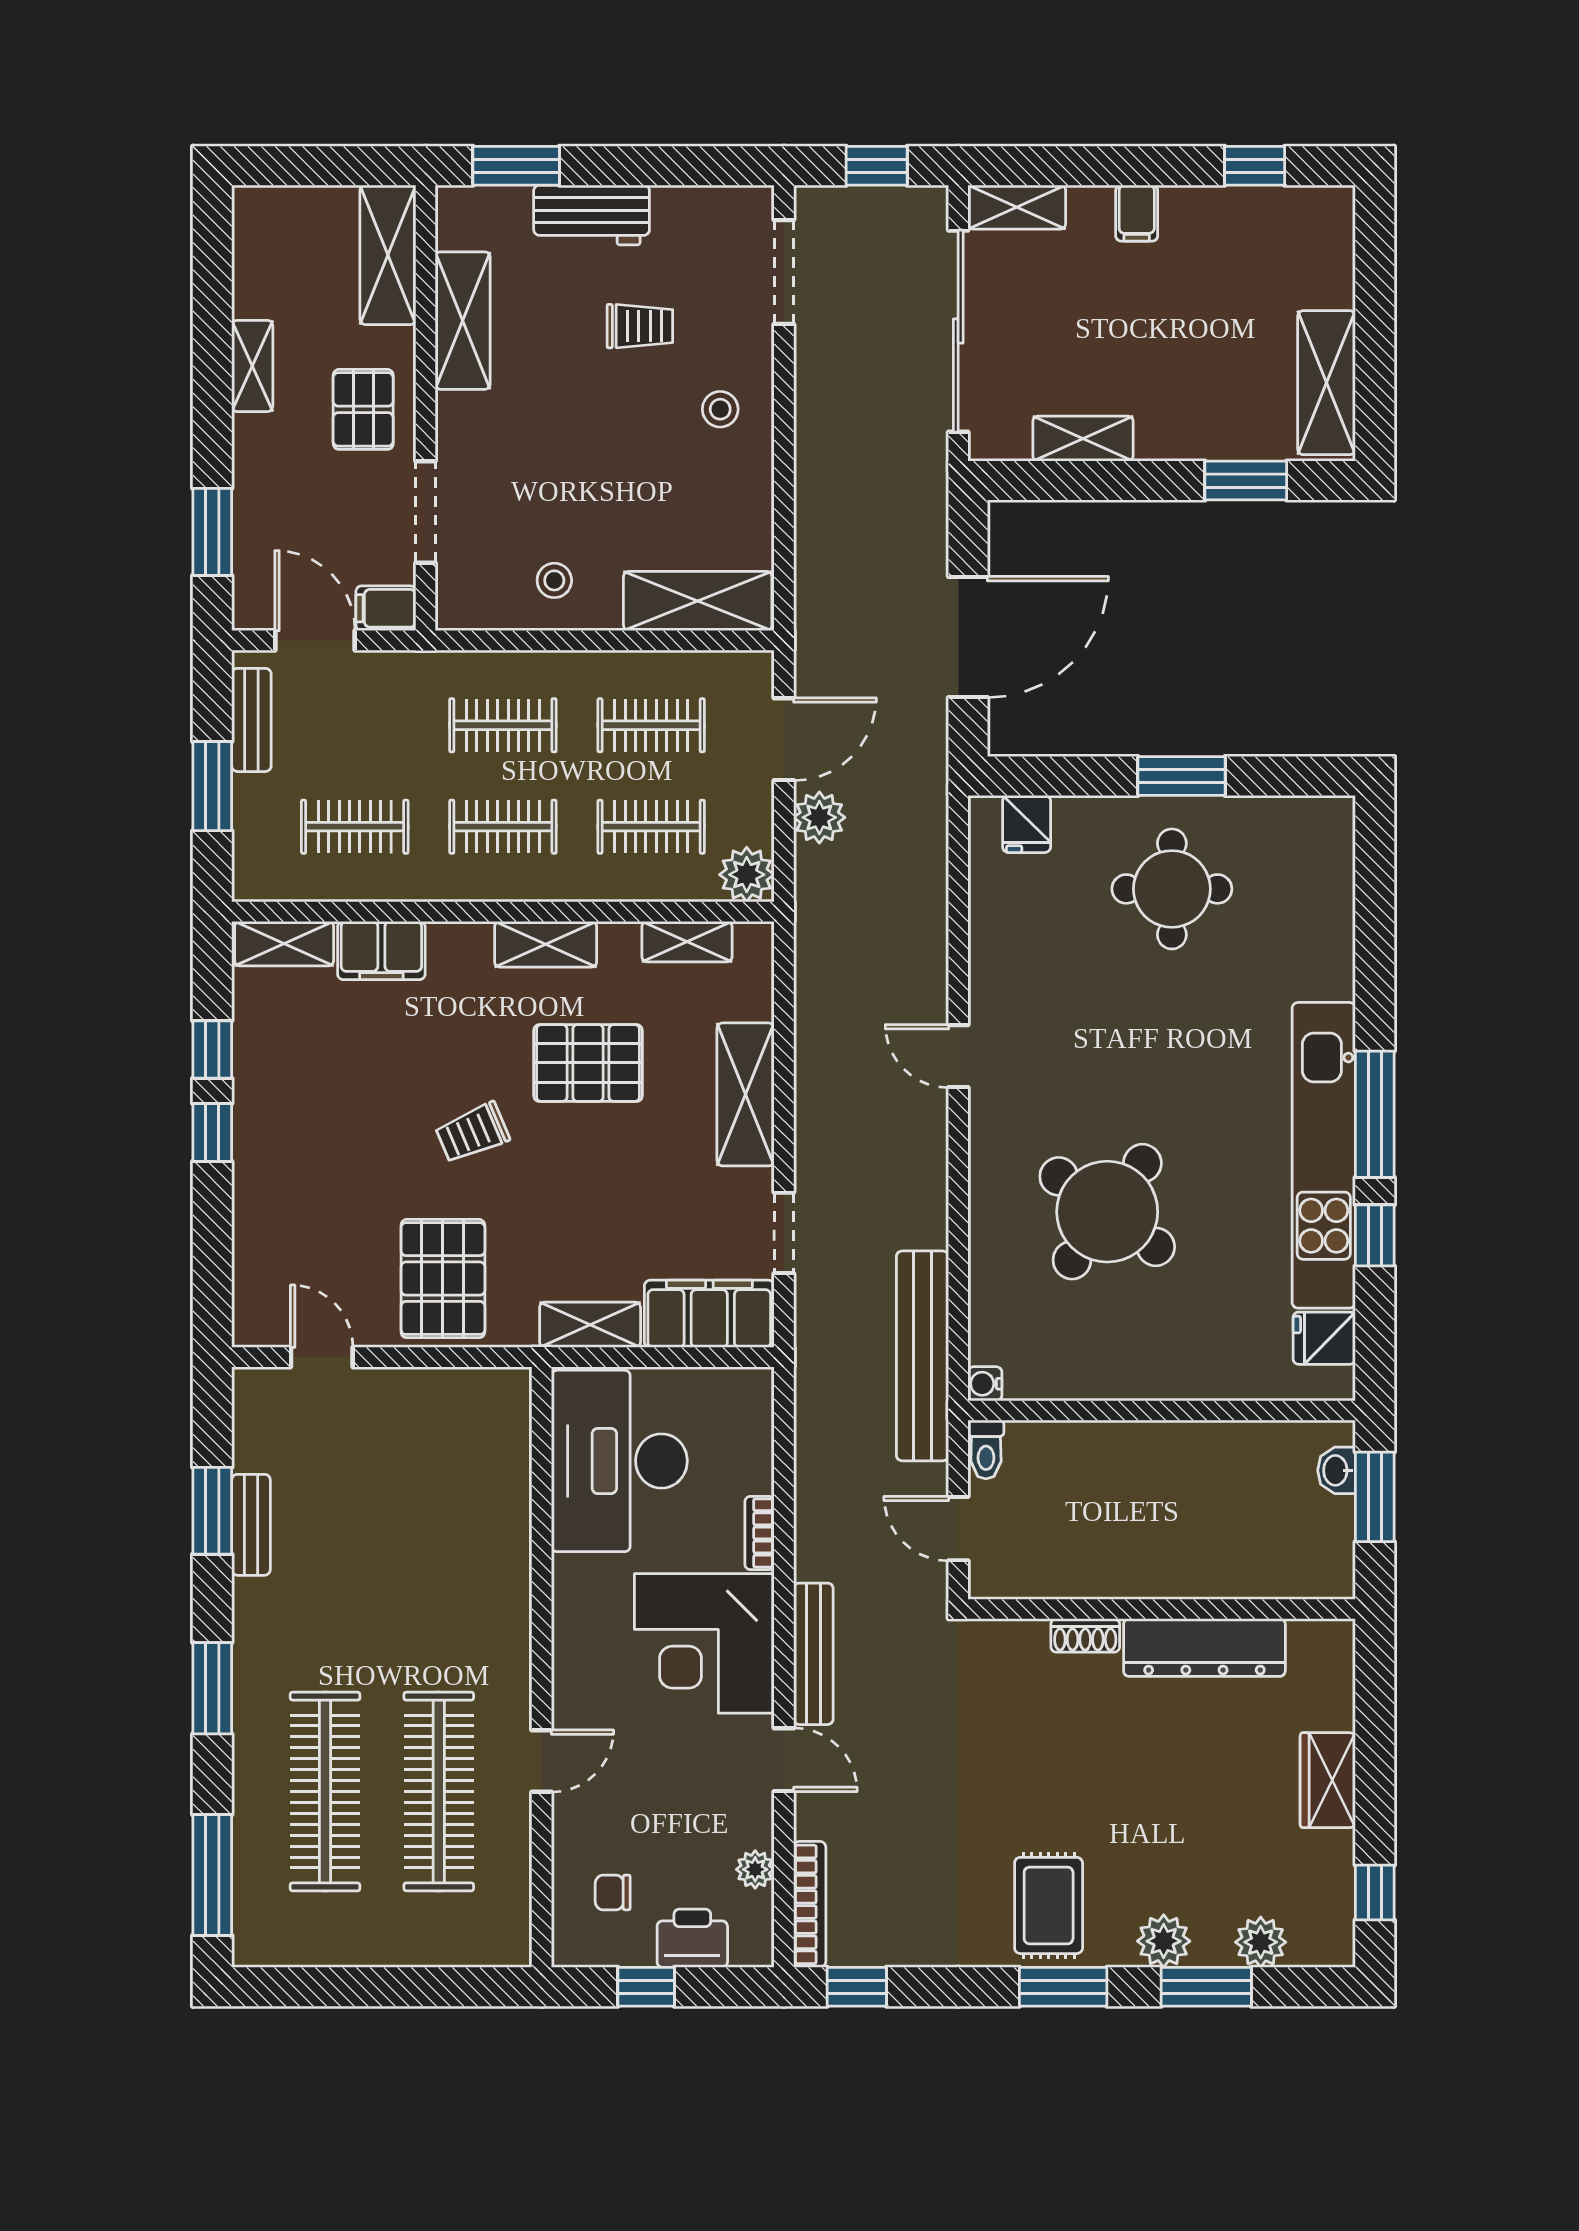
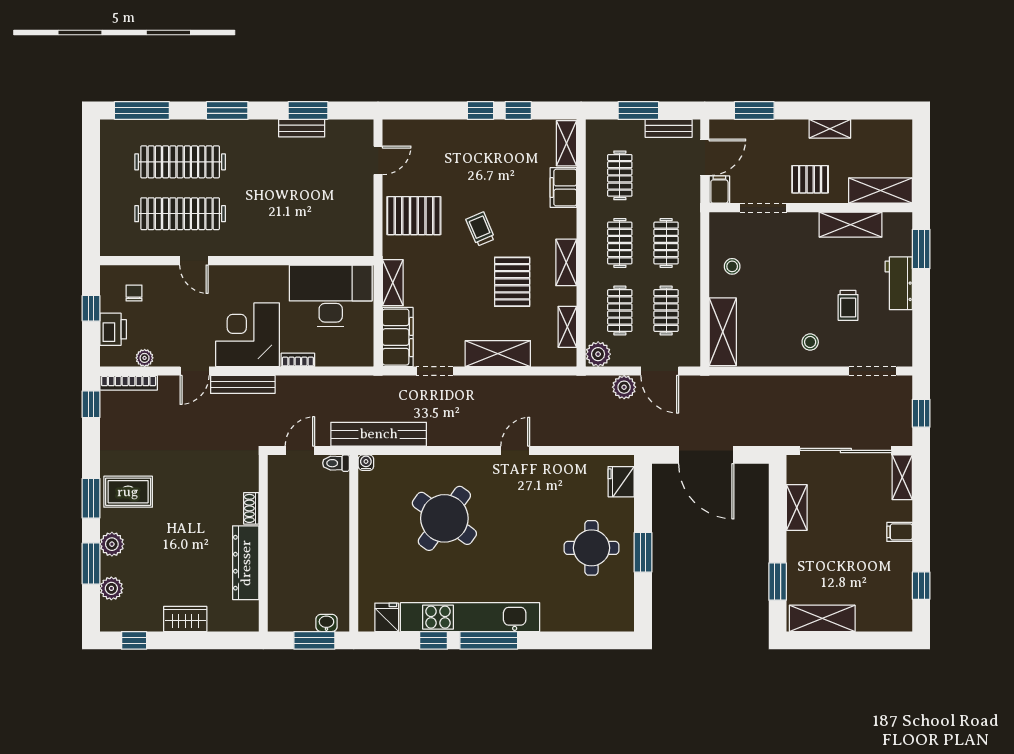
fridge: (1027, 824) -> (621, 482), width x1.38

